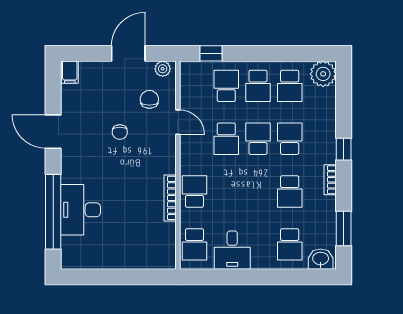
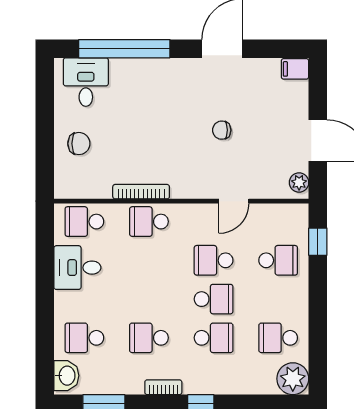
school desk: (258, 86) -> (278, 299), removed
chair: (149, 99) -> (79, 144), moved
school desk: (195, 192) -> (149, 222), turned 180
desk: (80, 210) -> (86, 82), moved, width x0.73

